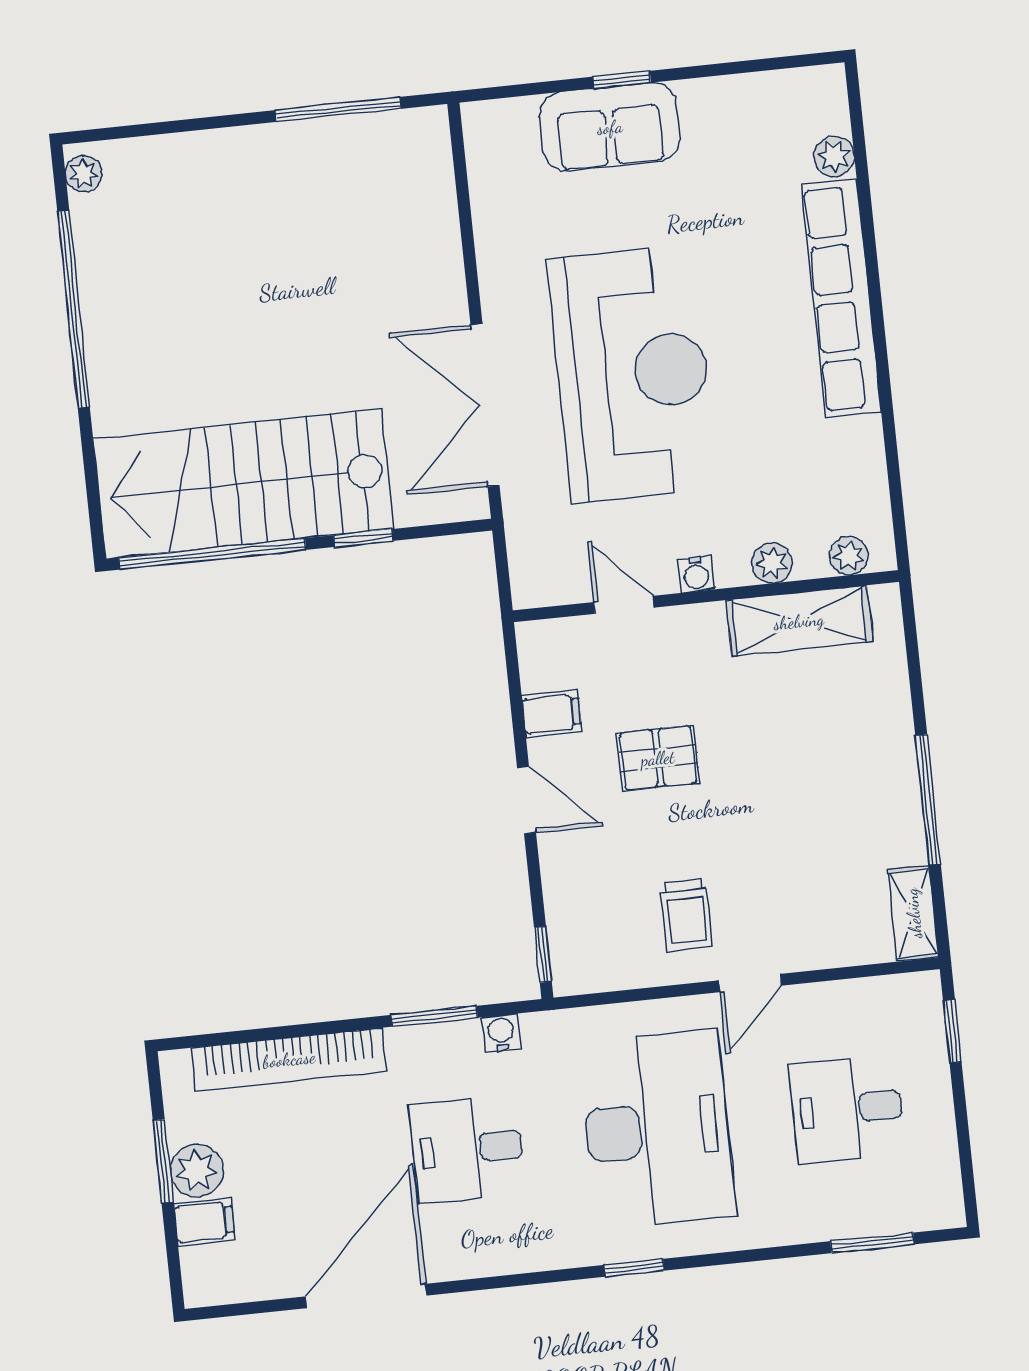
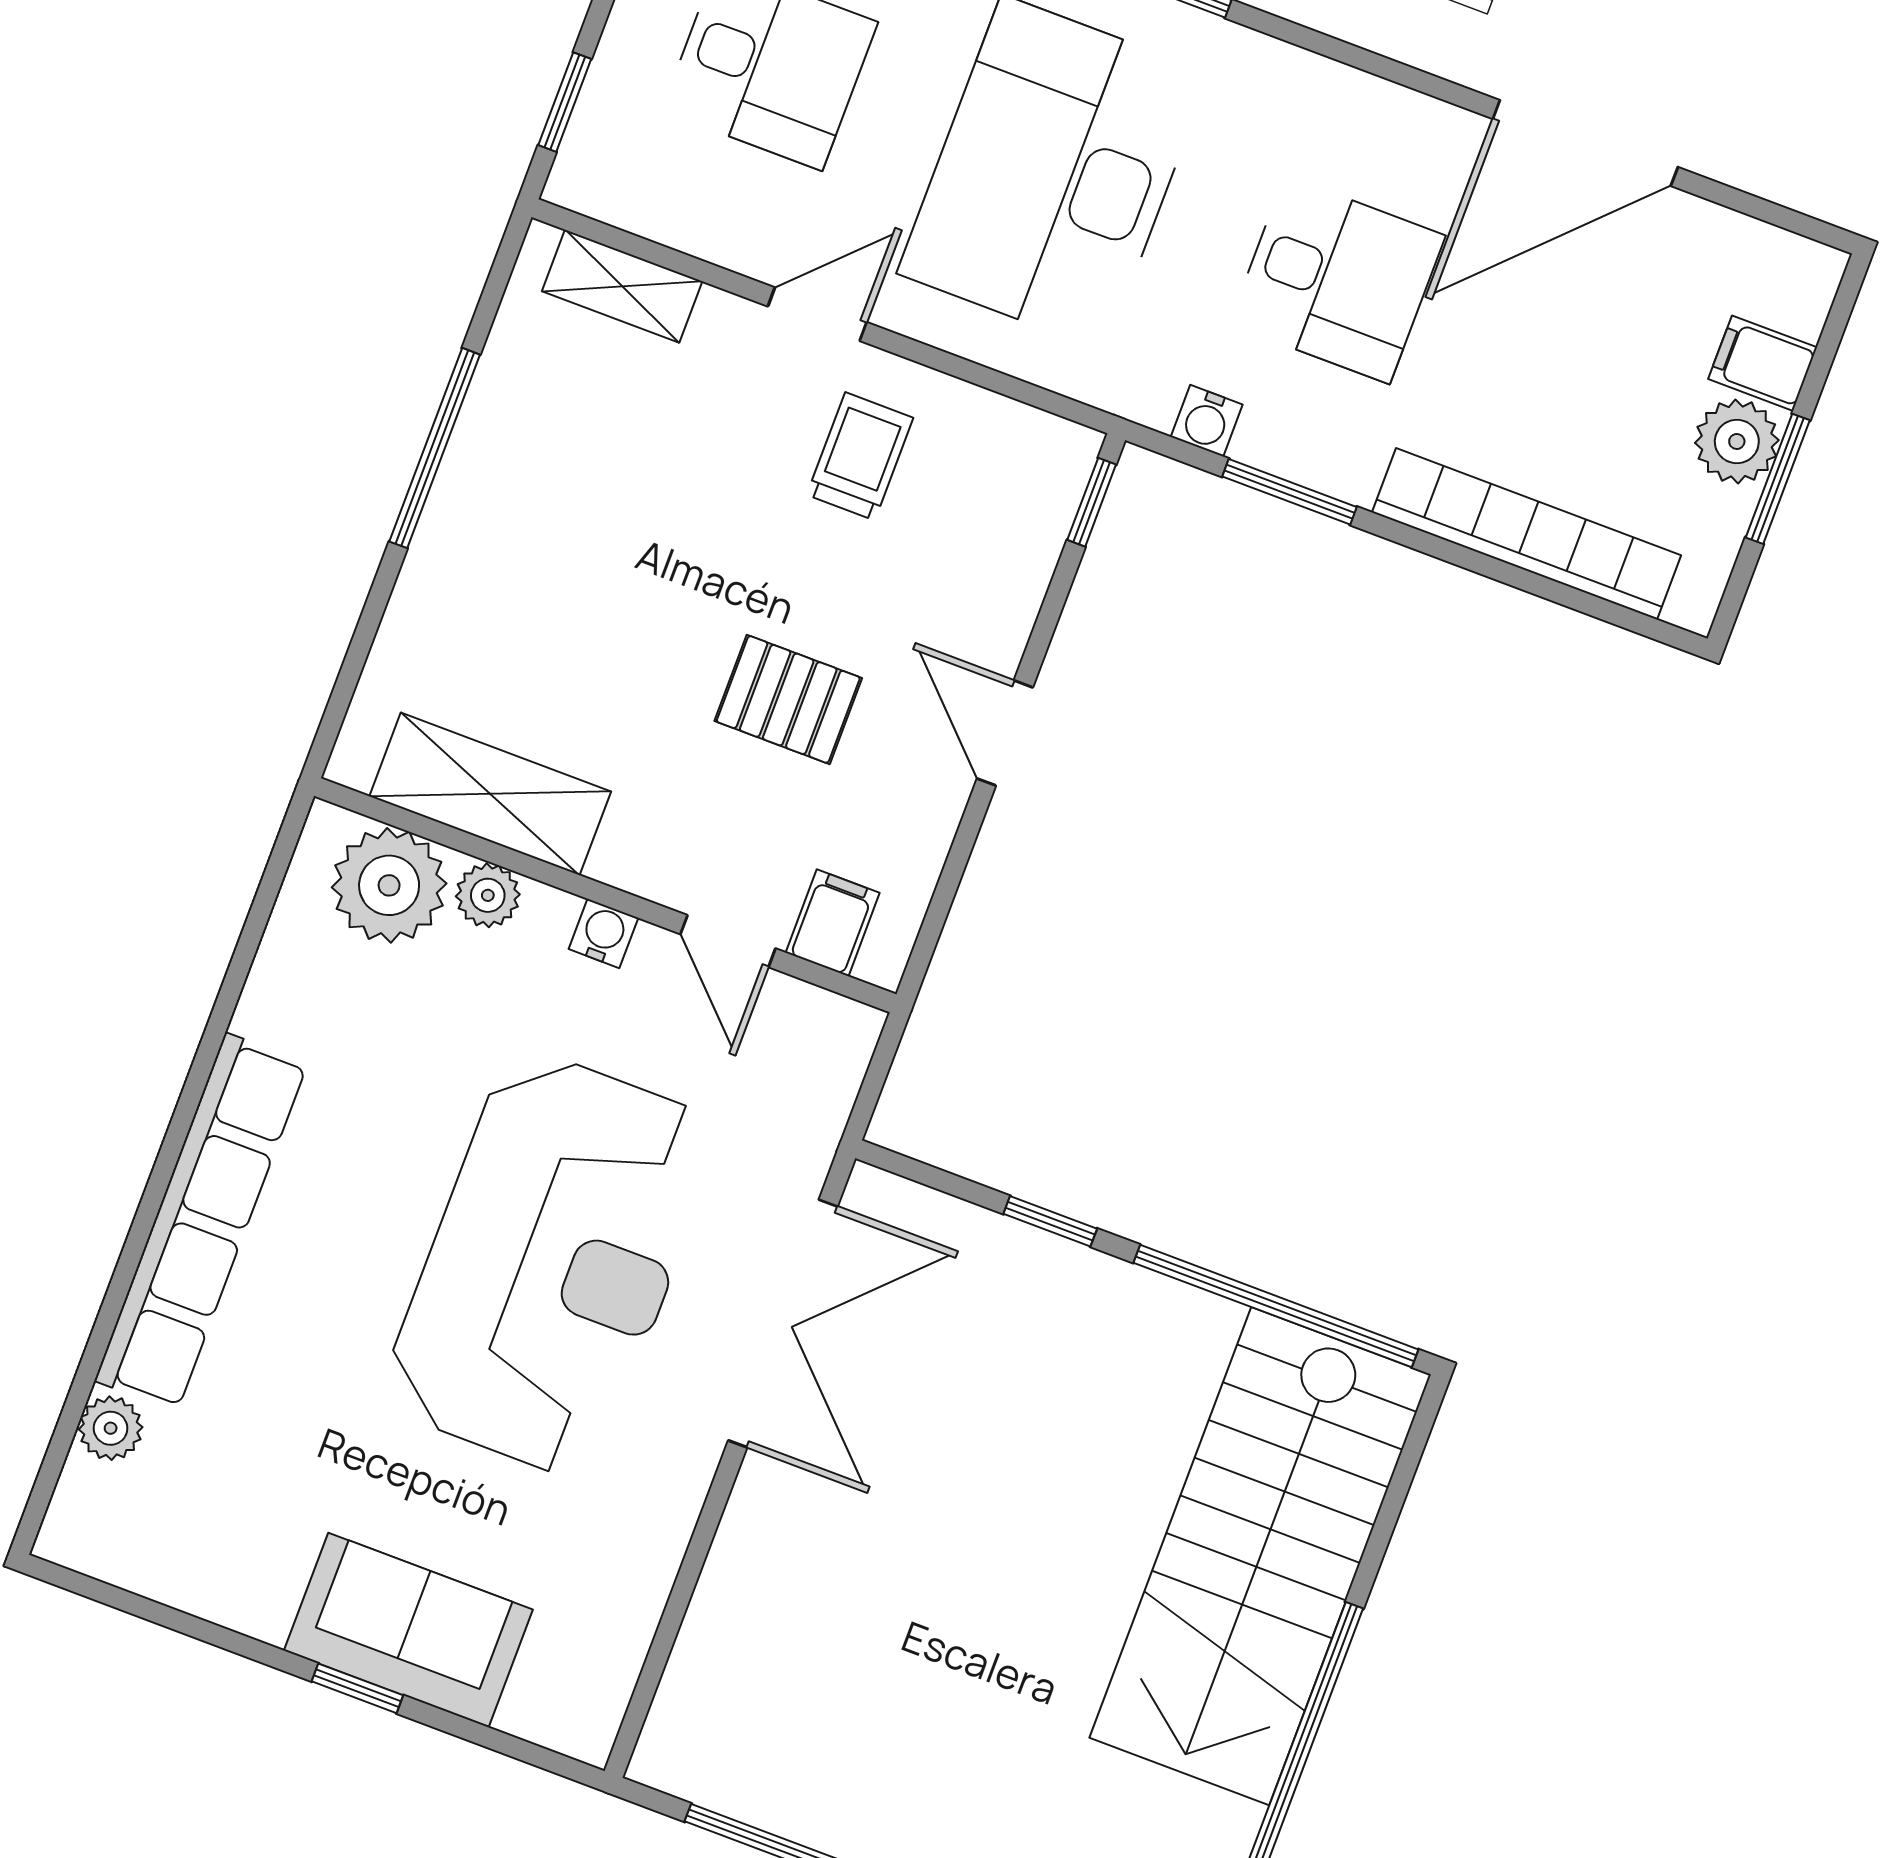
reception desk: (632, 373) -> (551, 1264), turned 180
stairs: (244, 484) -> (1260, 1556), moved, turned 90
plant: (849, 556) -> (389, 885), width x1.88, depth x1.88
filing cabinet: (552, 714) -> (833, 923), moved, turned 90
shelving: (913, 913) -> (622, 286), moved, turned 90

